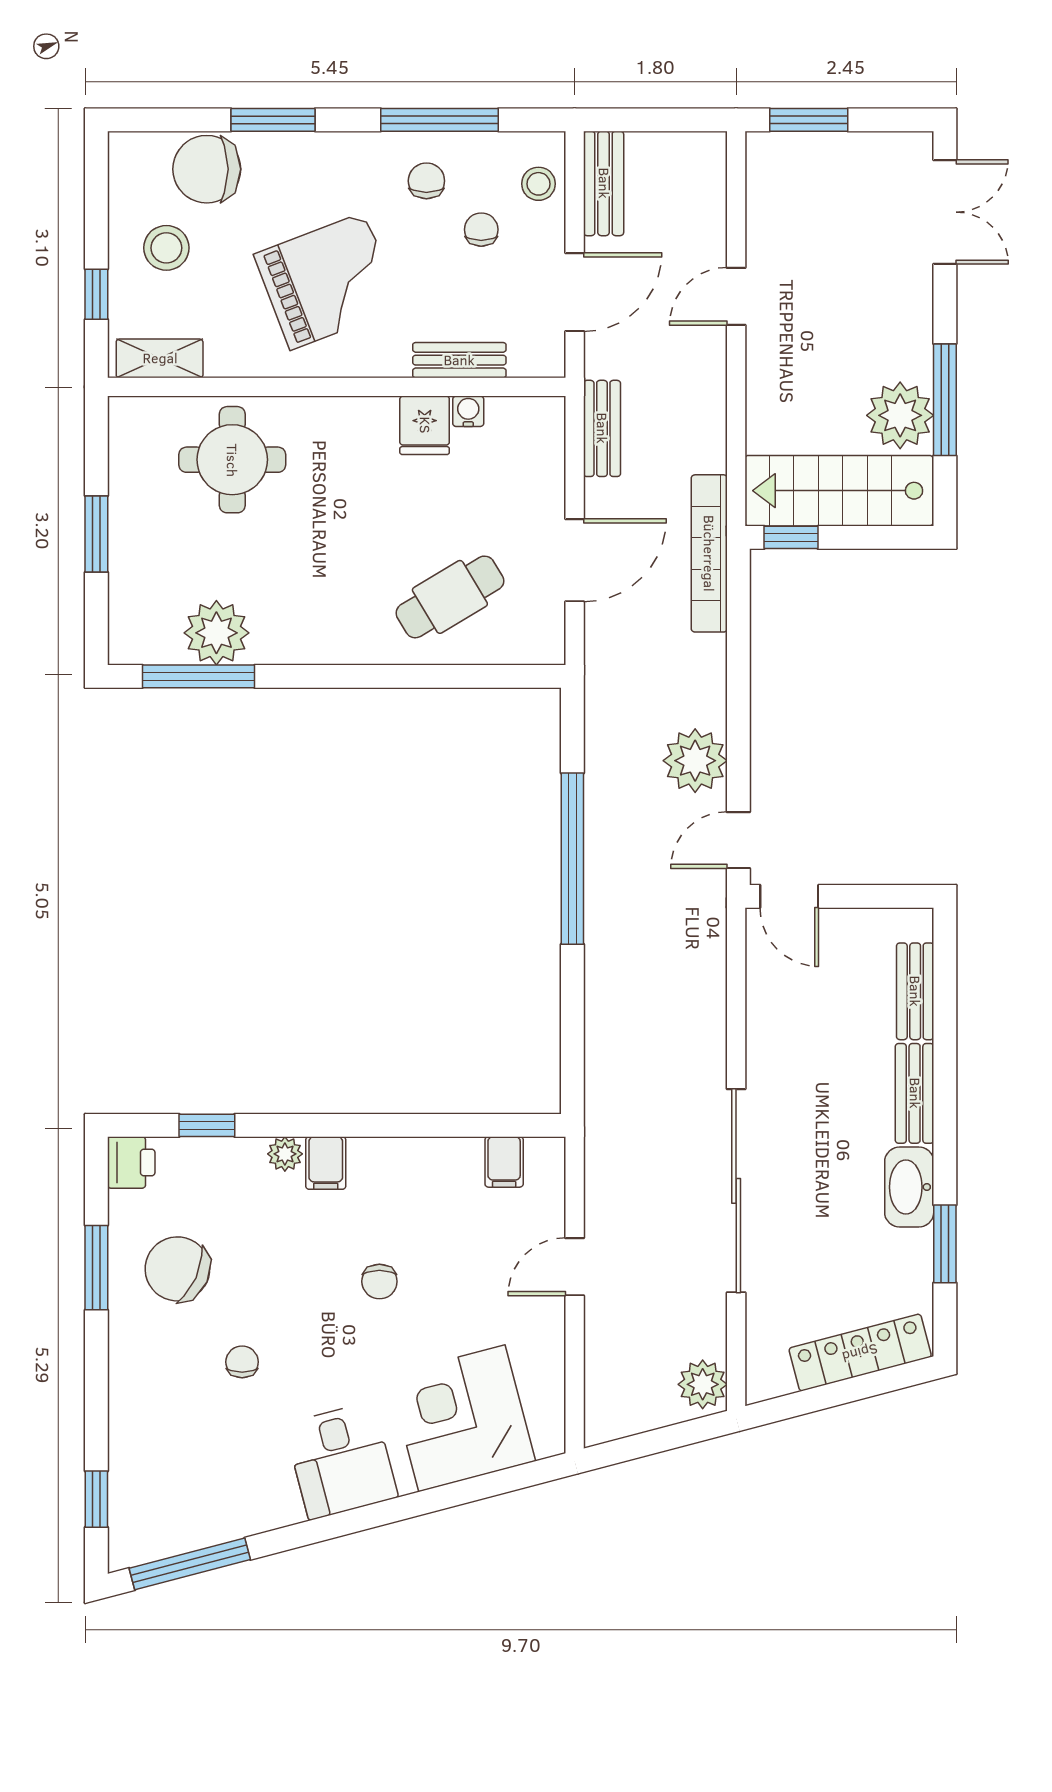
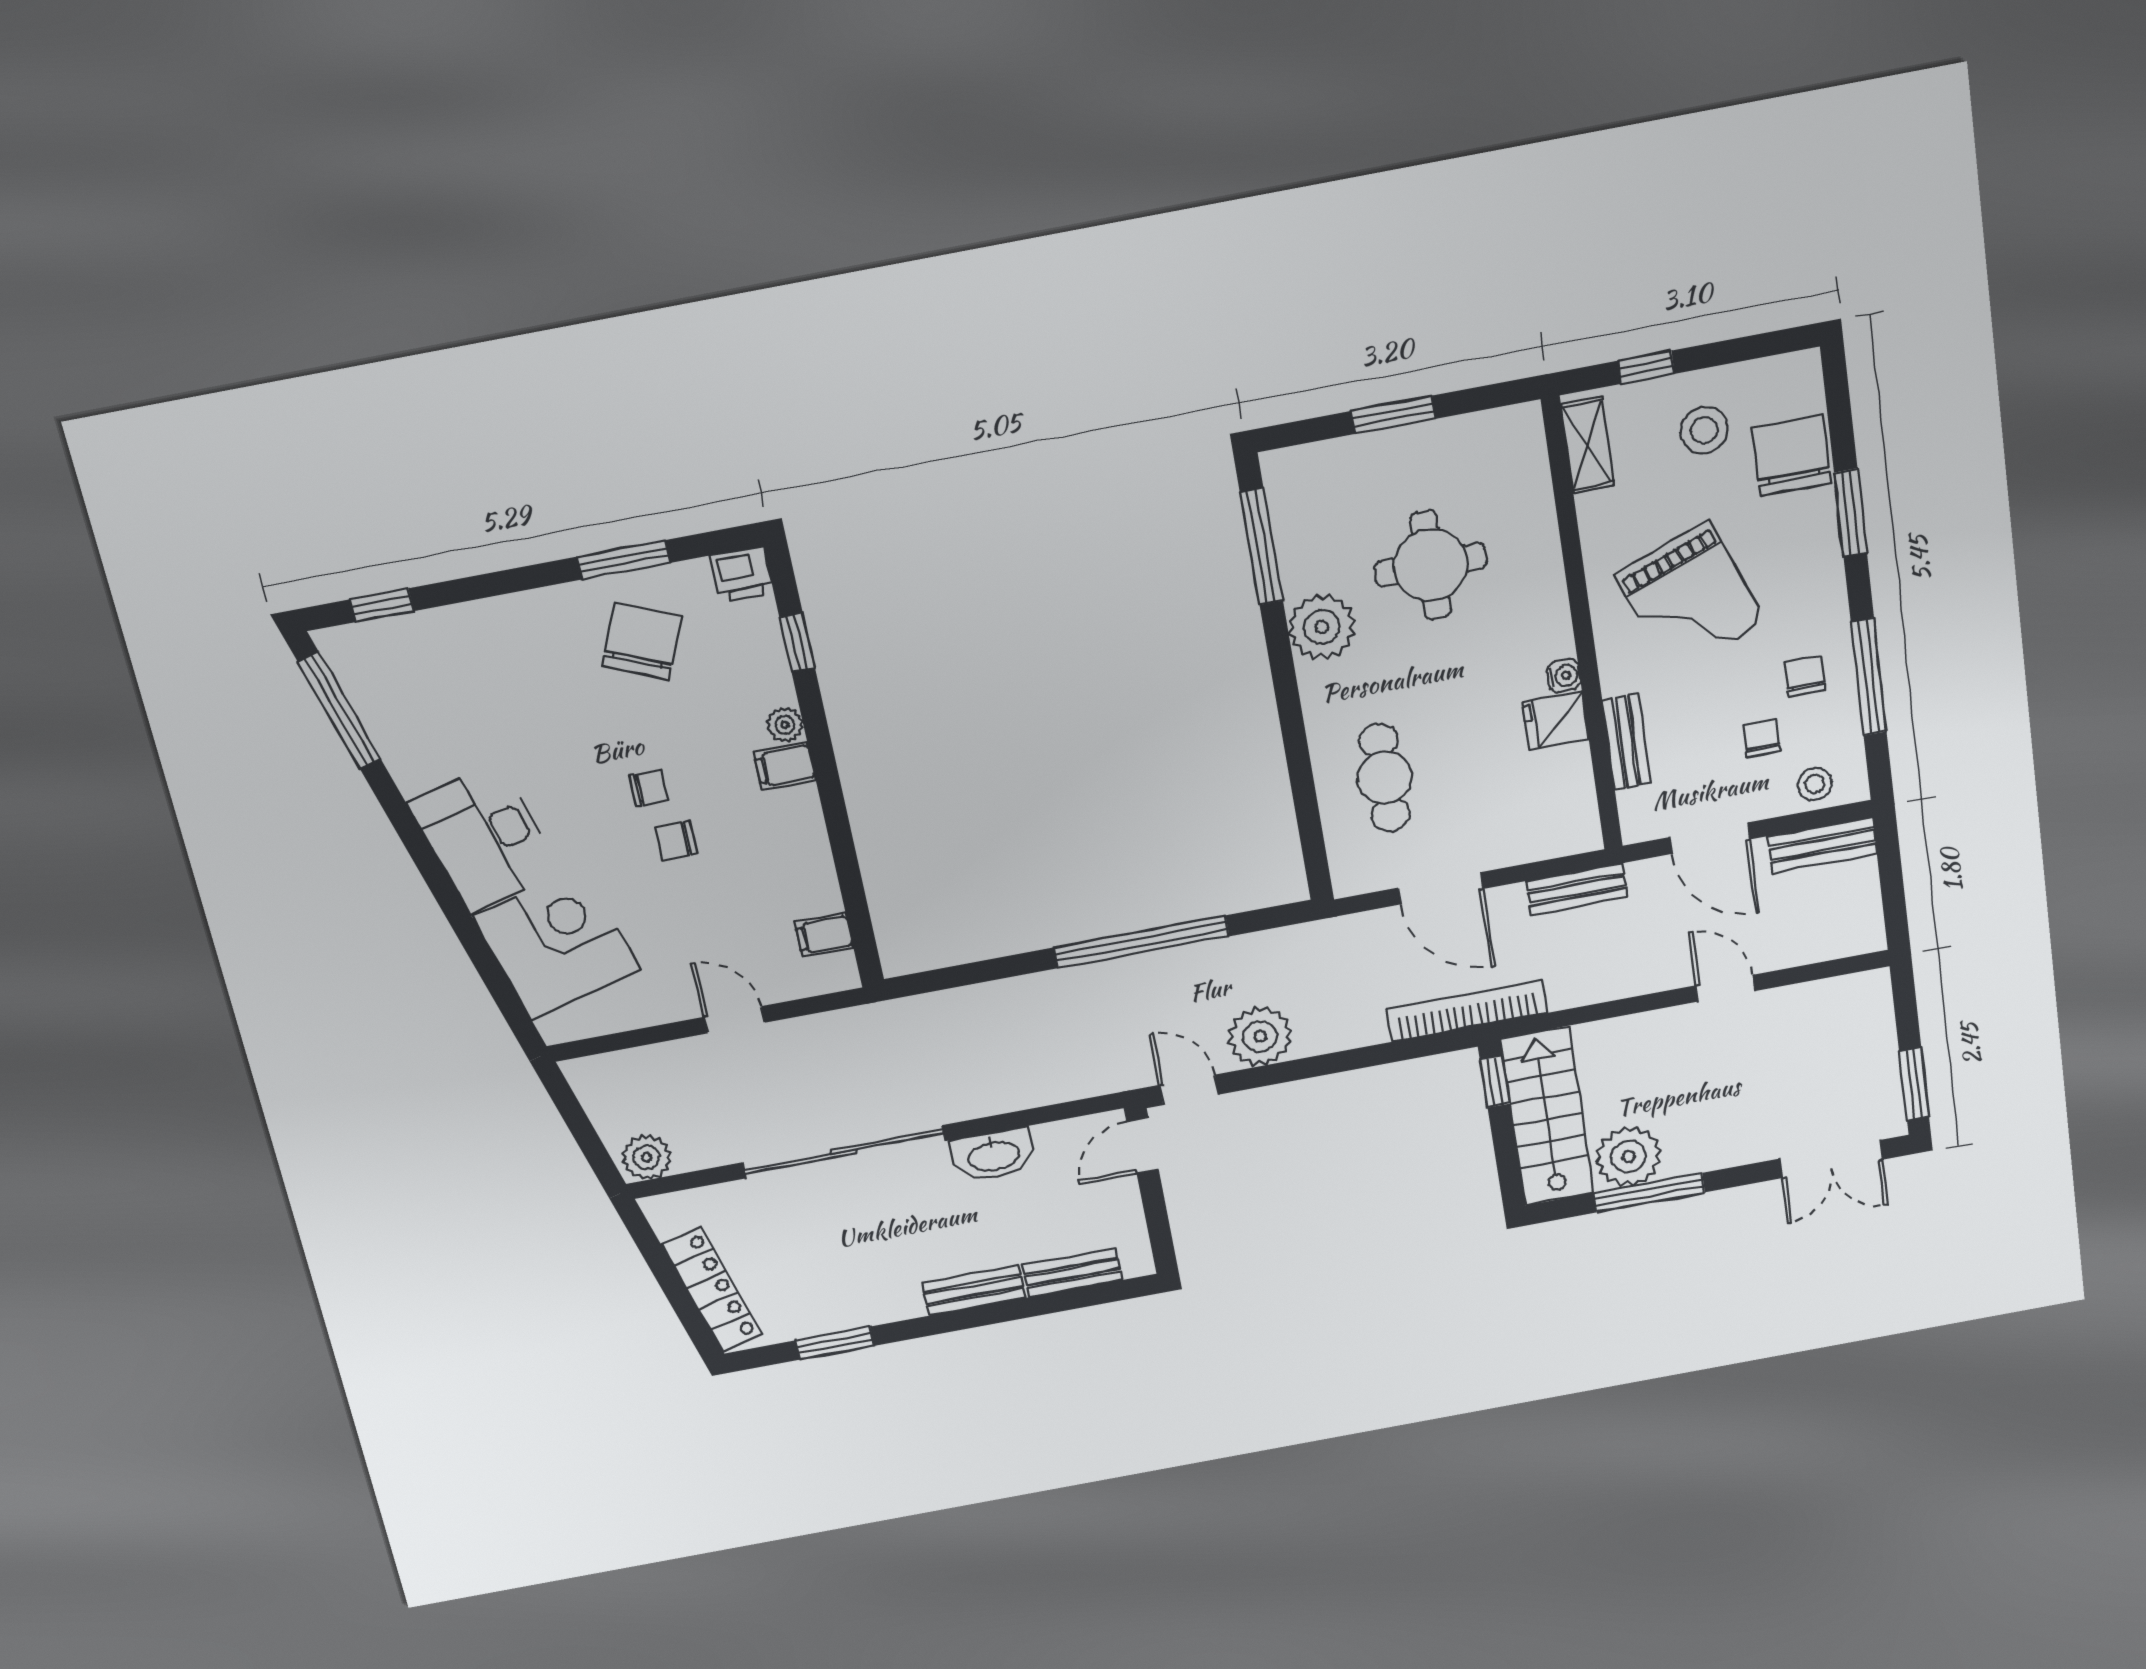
window: (809, 120) -> (1914, 1084), moved
chair: (426, 181) -> (1805, 676), turned -90
chair: (481, 230) -> (1762, 738), turned -90
water cooler: (468, 411) -> (1564, 676), moved
round table: (232, 460) -> (1431, 565), moved
cafe table: (450, 597) -> (1385, 778), turned 31
plant: (216, 633) -> (1322, 627), moved
washbasin: (909, 1187) -> (993, 1155), moved, turned 180
chair: (242, 1362) -> (649, 788), moved
desk: (341, 1461) -> (484, 838), width x1.37

